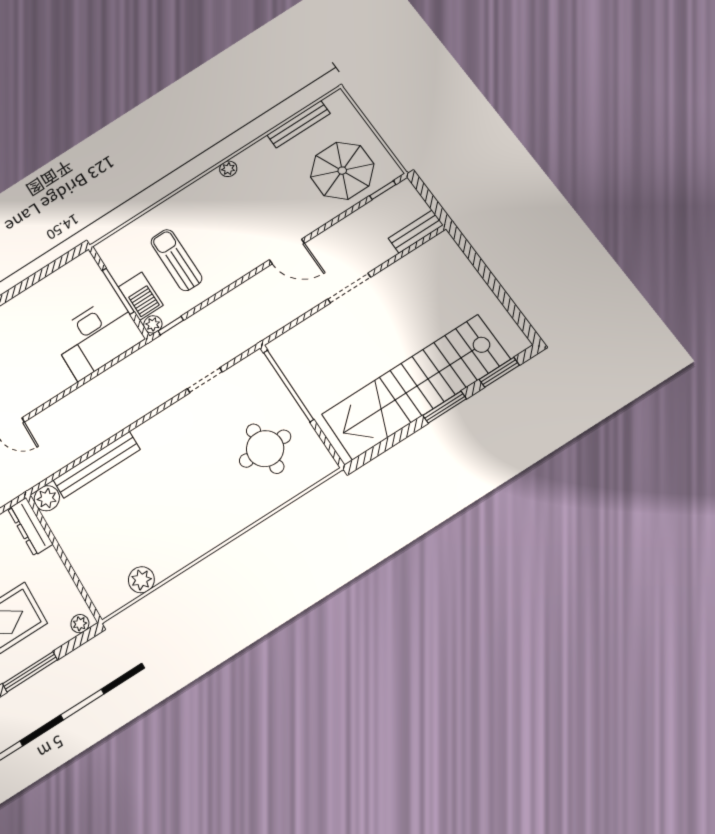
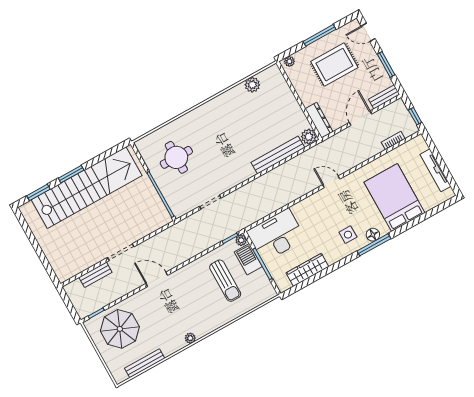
bench: (416, 232) -> (95, 275), moved
wardrobe: (48, 289) -> (307, 270), added

